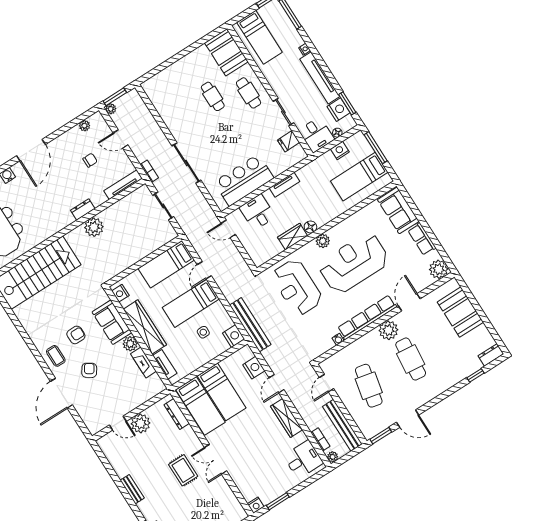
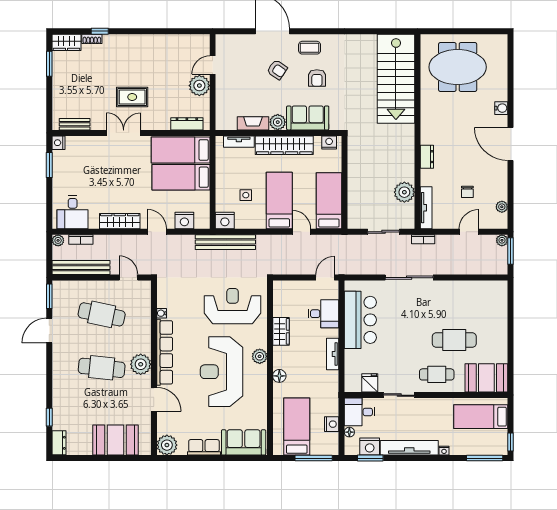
cafe table: (213, 96) -> (454, 340), width x1.37, depth x1.35
plant: (94, 227) -> (404, 192), moved
floor lamp: (310, 227) -> (279, 376), moved
reception desk: (354, 263) -> (222, 372), turned 180
bench: (132, 489) -> (75, 124), moved

